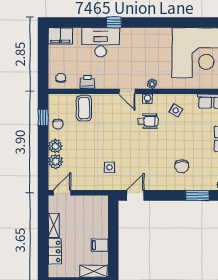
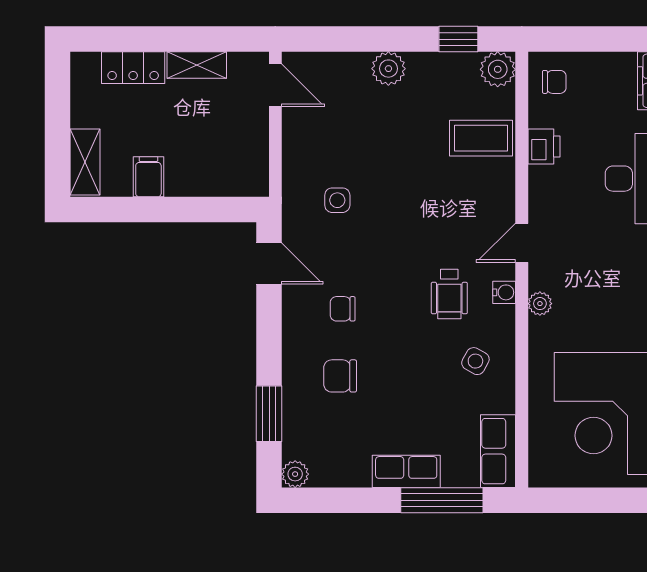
chair: (58, 124) -> (343, 309), moved
plant: (56, 162) -> (498, 69), moved

